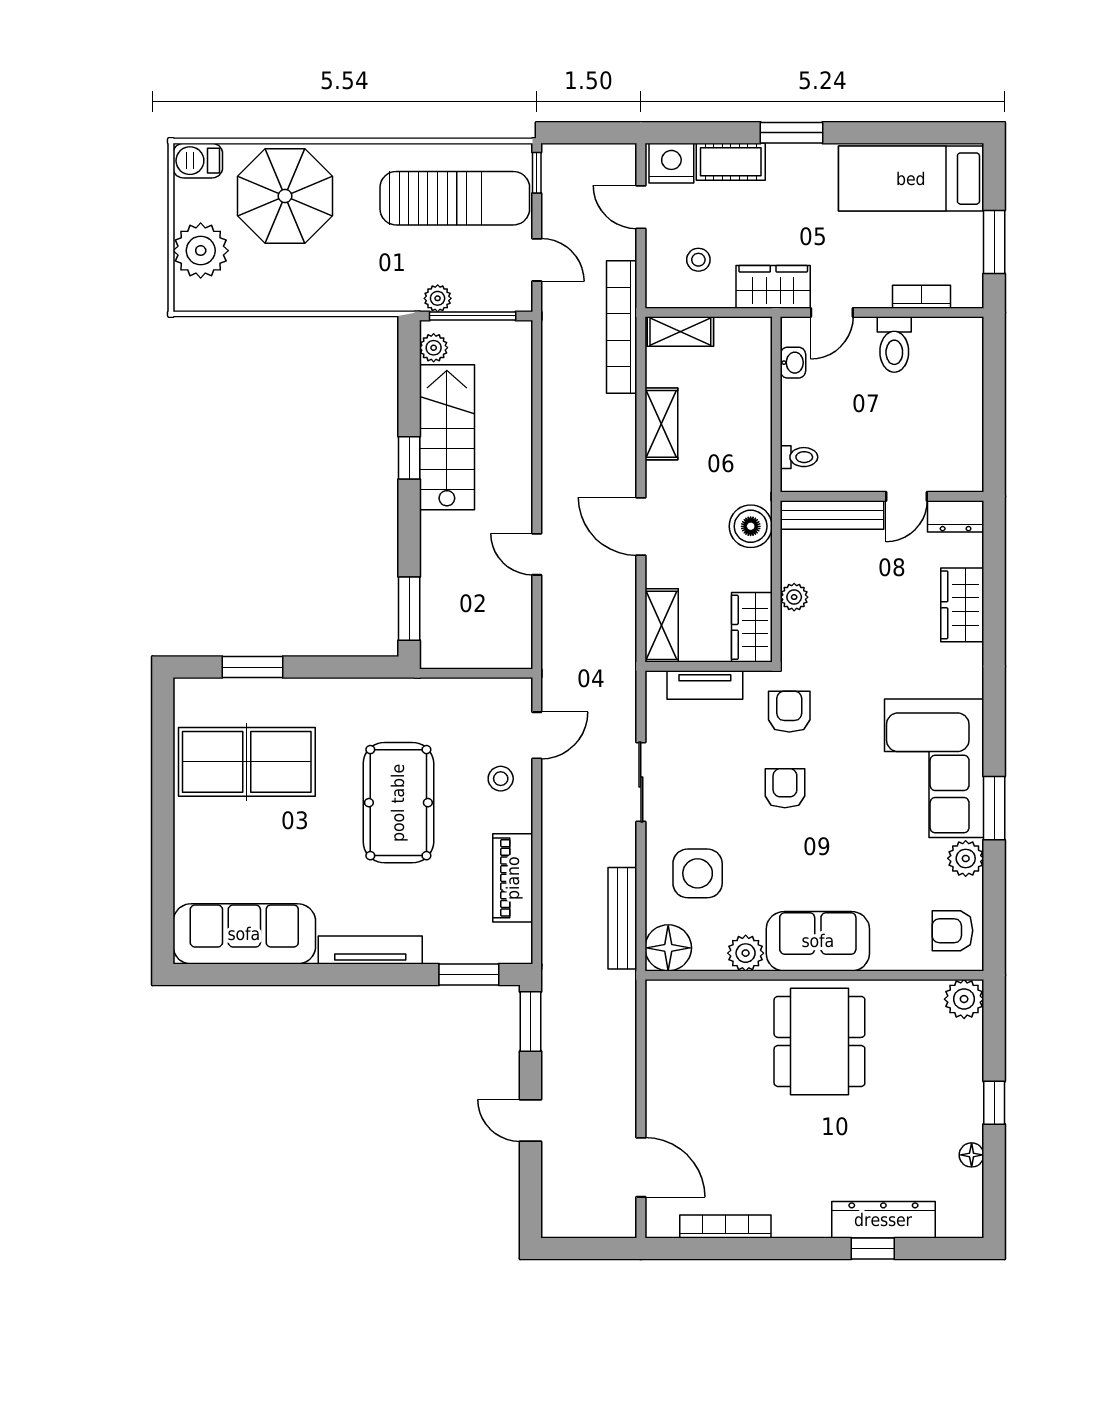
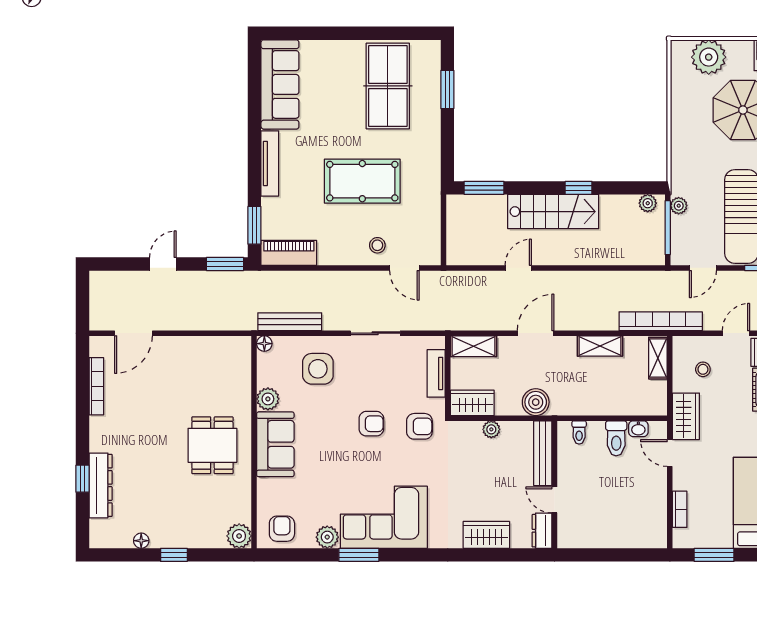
toilet: (894, 345) -> (616, 438), moved, turned -90
stairs: (447, 437) -> (553, 212), moved
piano: (513, 878) -> (289, 253), moved
floor lamp: (668, 948) -> (264, 344), width x0.53, depth x0.53
dining table: (819, 1041) -> (212, 445), width x0.73

